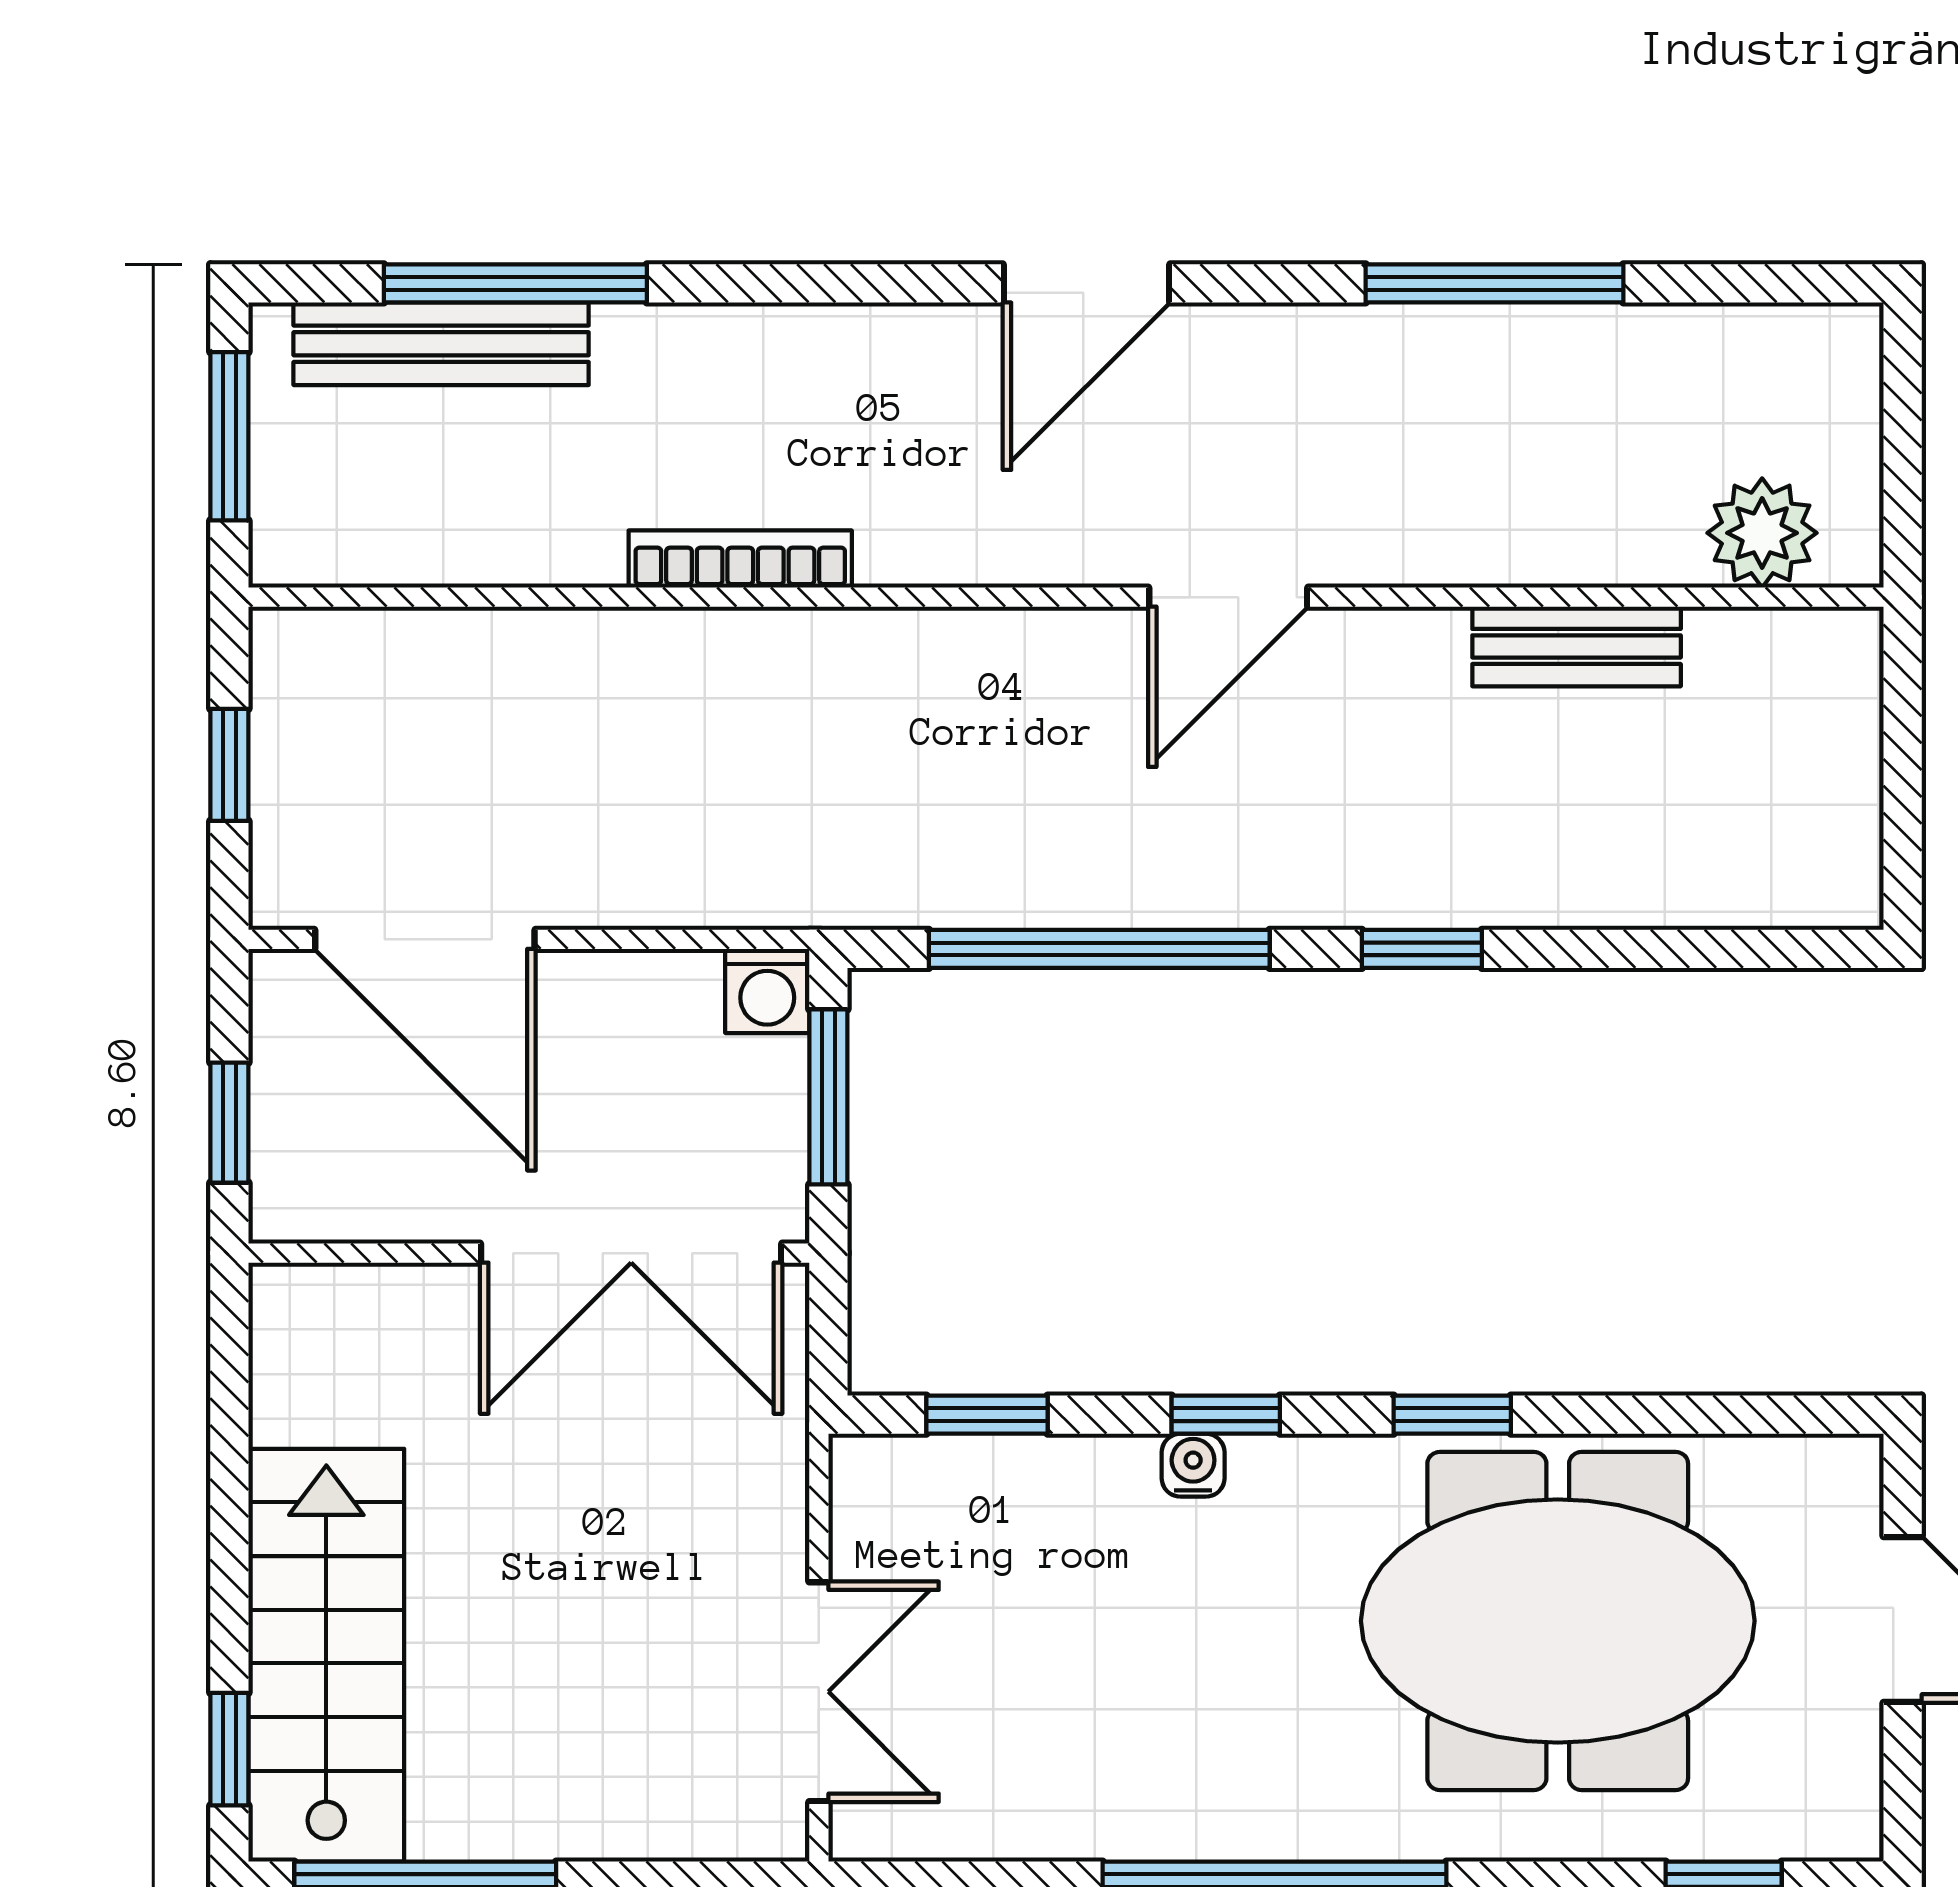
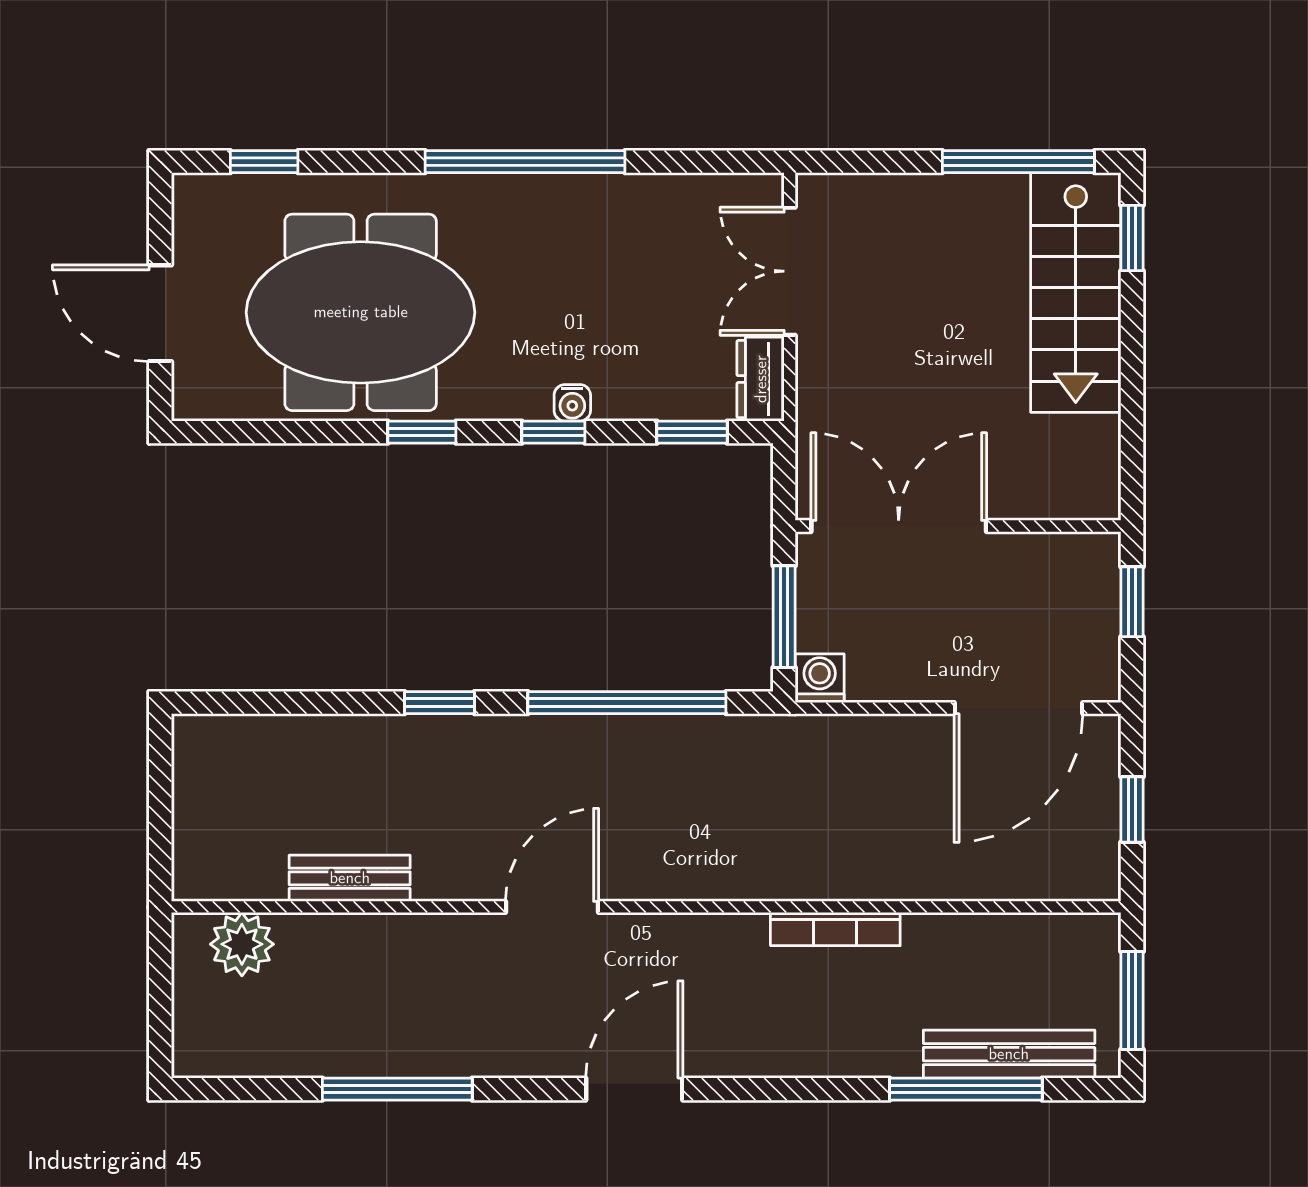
door: (425, 939) -> (1018, 708), swing flipped
dresser: (869, 1506) -> (761, 379), added

